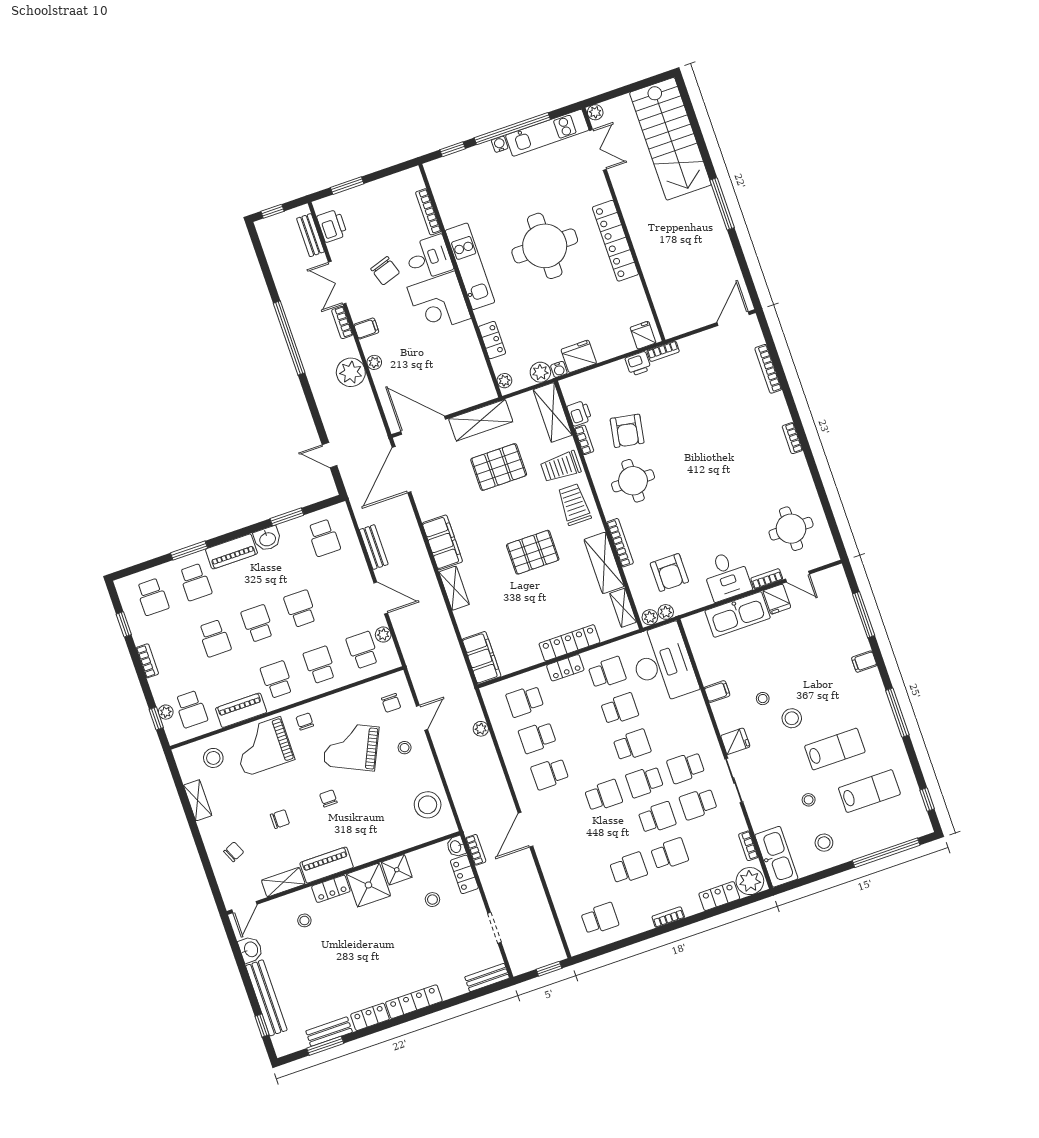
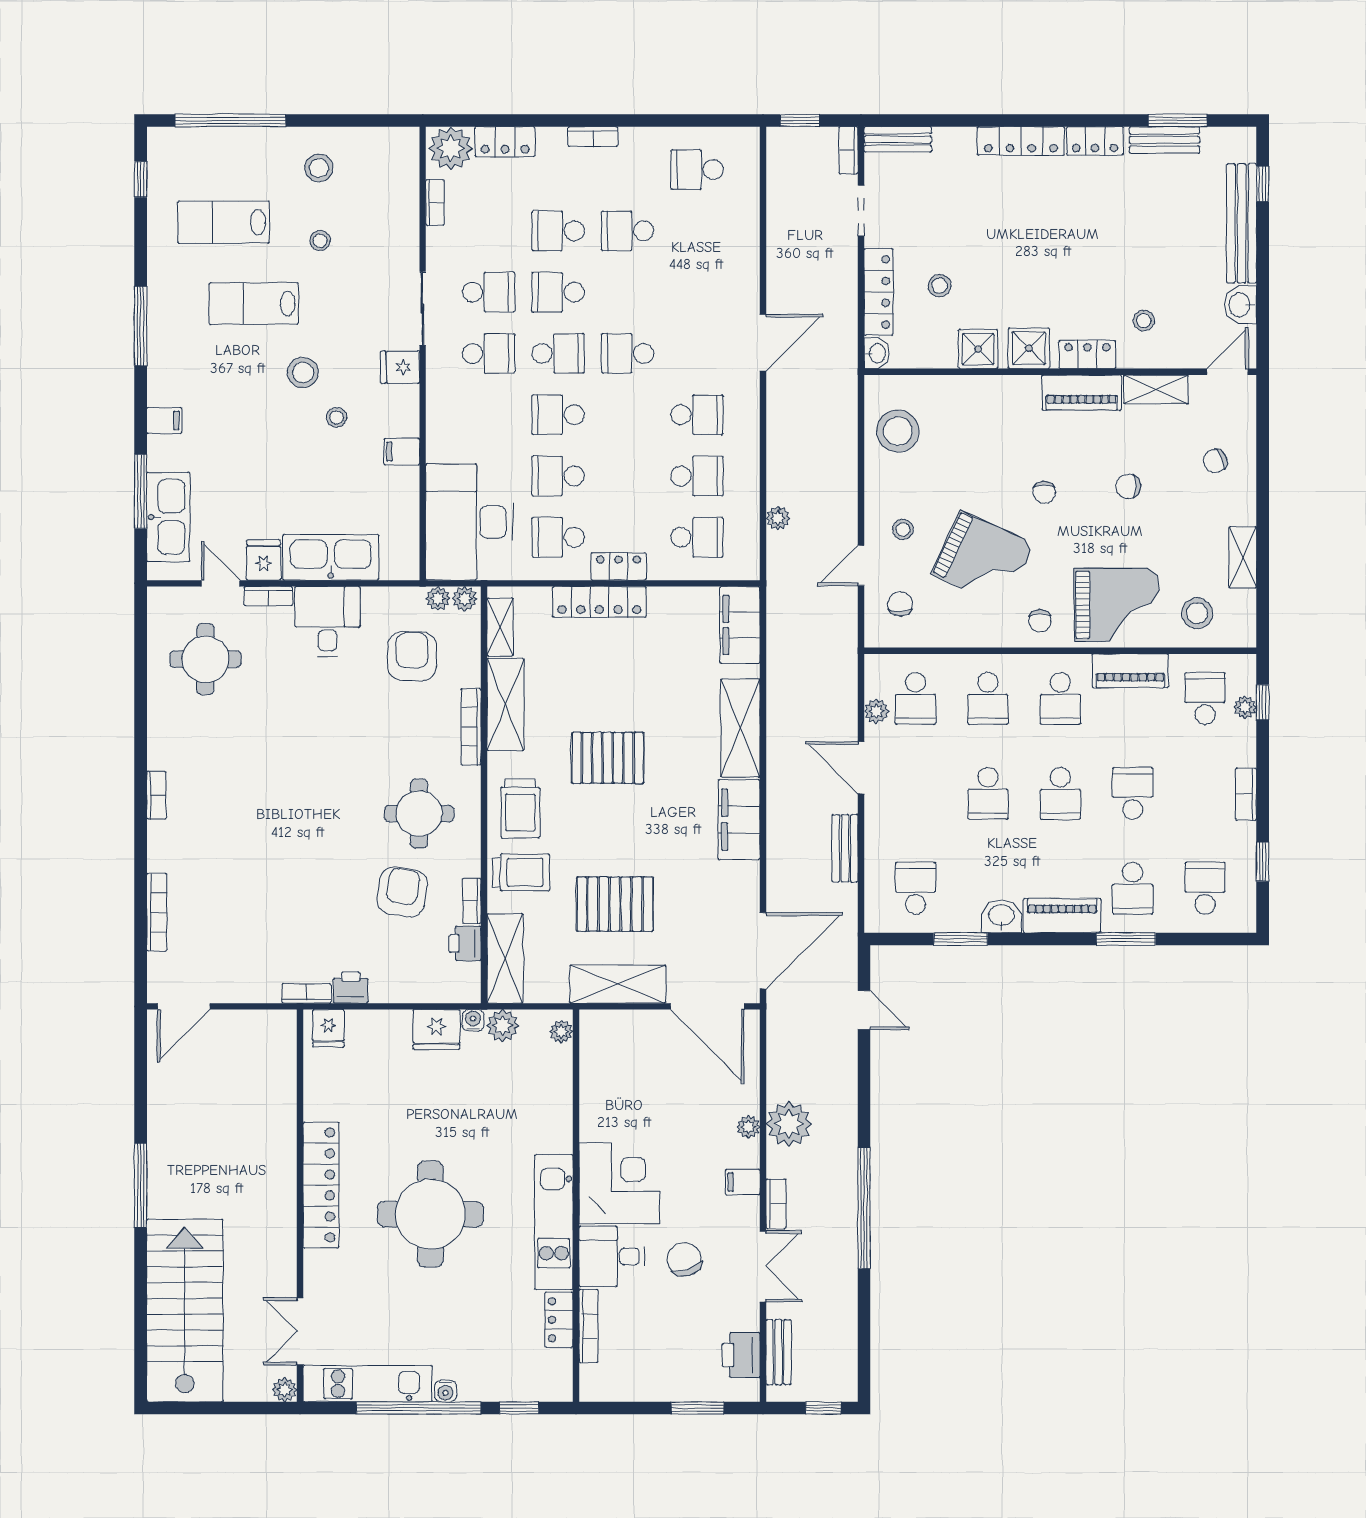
locker: (492, 340) -> (559, 1320), moved
school desk: (195, 582) -> (1133, 888), turned 180
shelving: (454, 588) -> (740, 728), width x1.50, depth x1.33
bookcase: (476, 850) -> (848, 150), moved
kitchen sink: (776, 857) -> (168, 517), moved, turned 180
locker: (464, 874) -> (879, 292), width x1.53
shower: (368, 885) -> (1029, 348), width x0.73, depth x0.73

